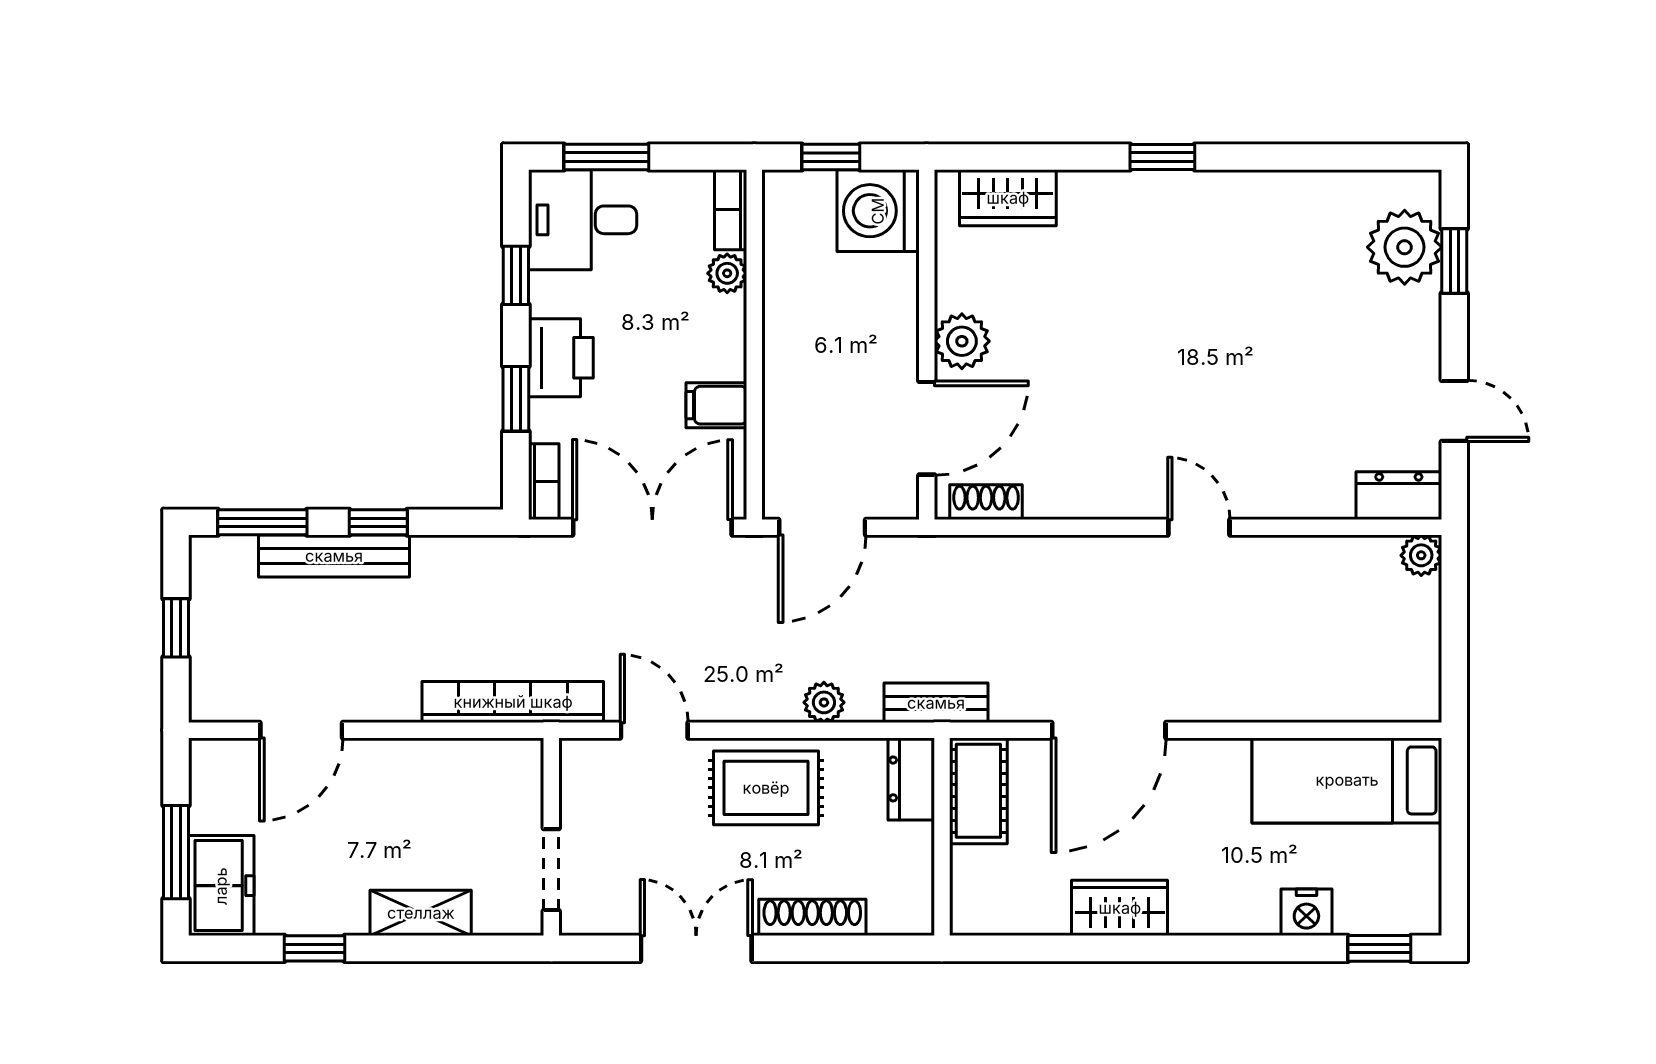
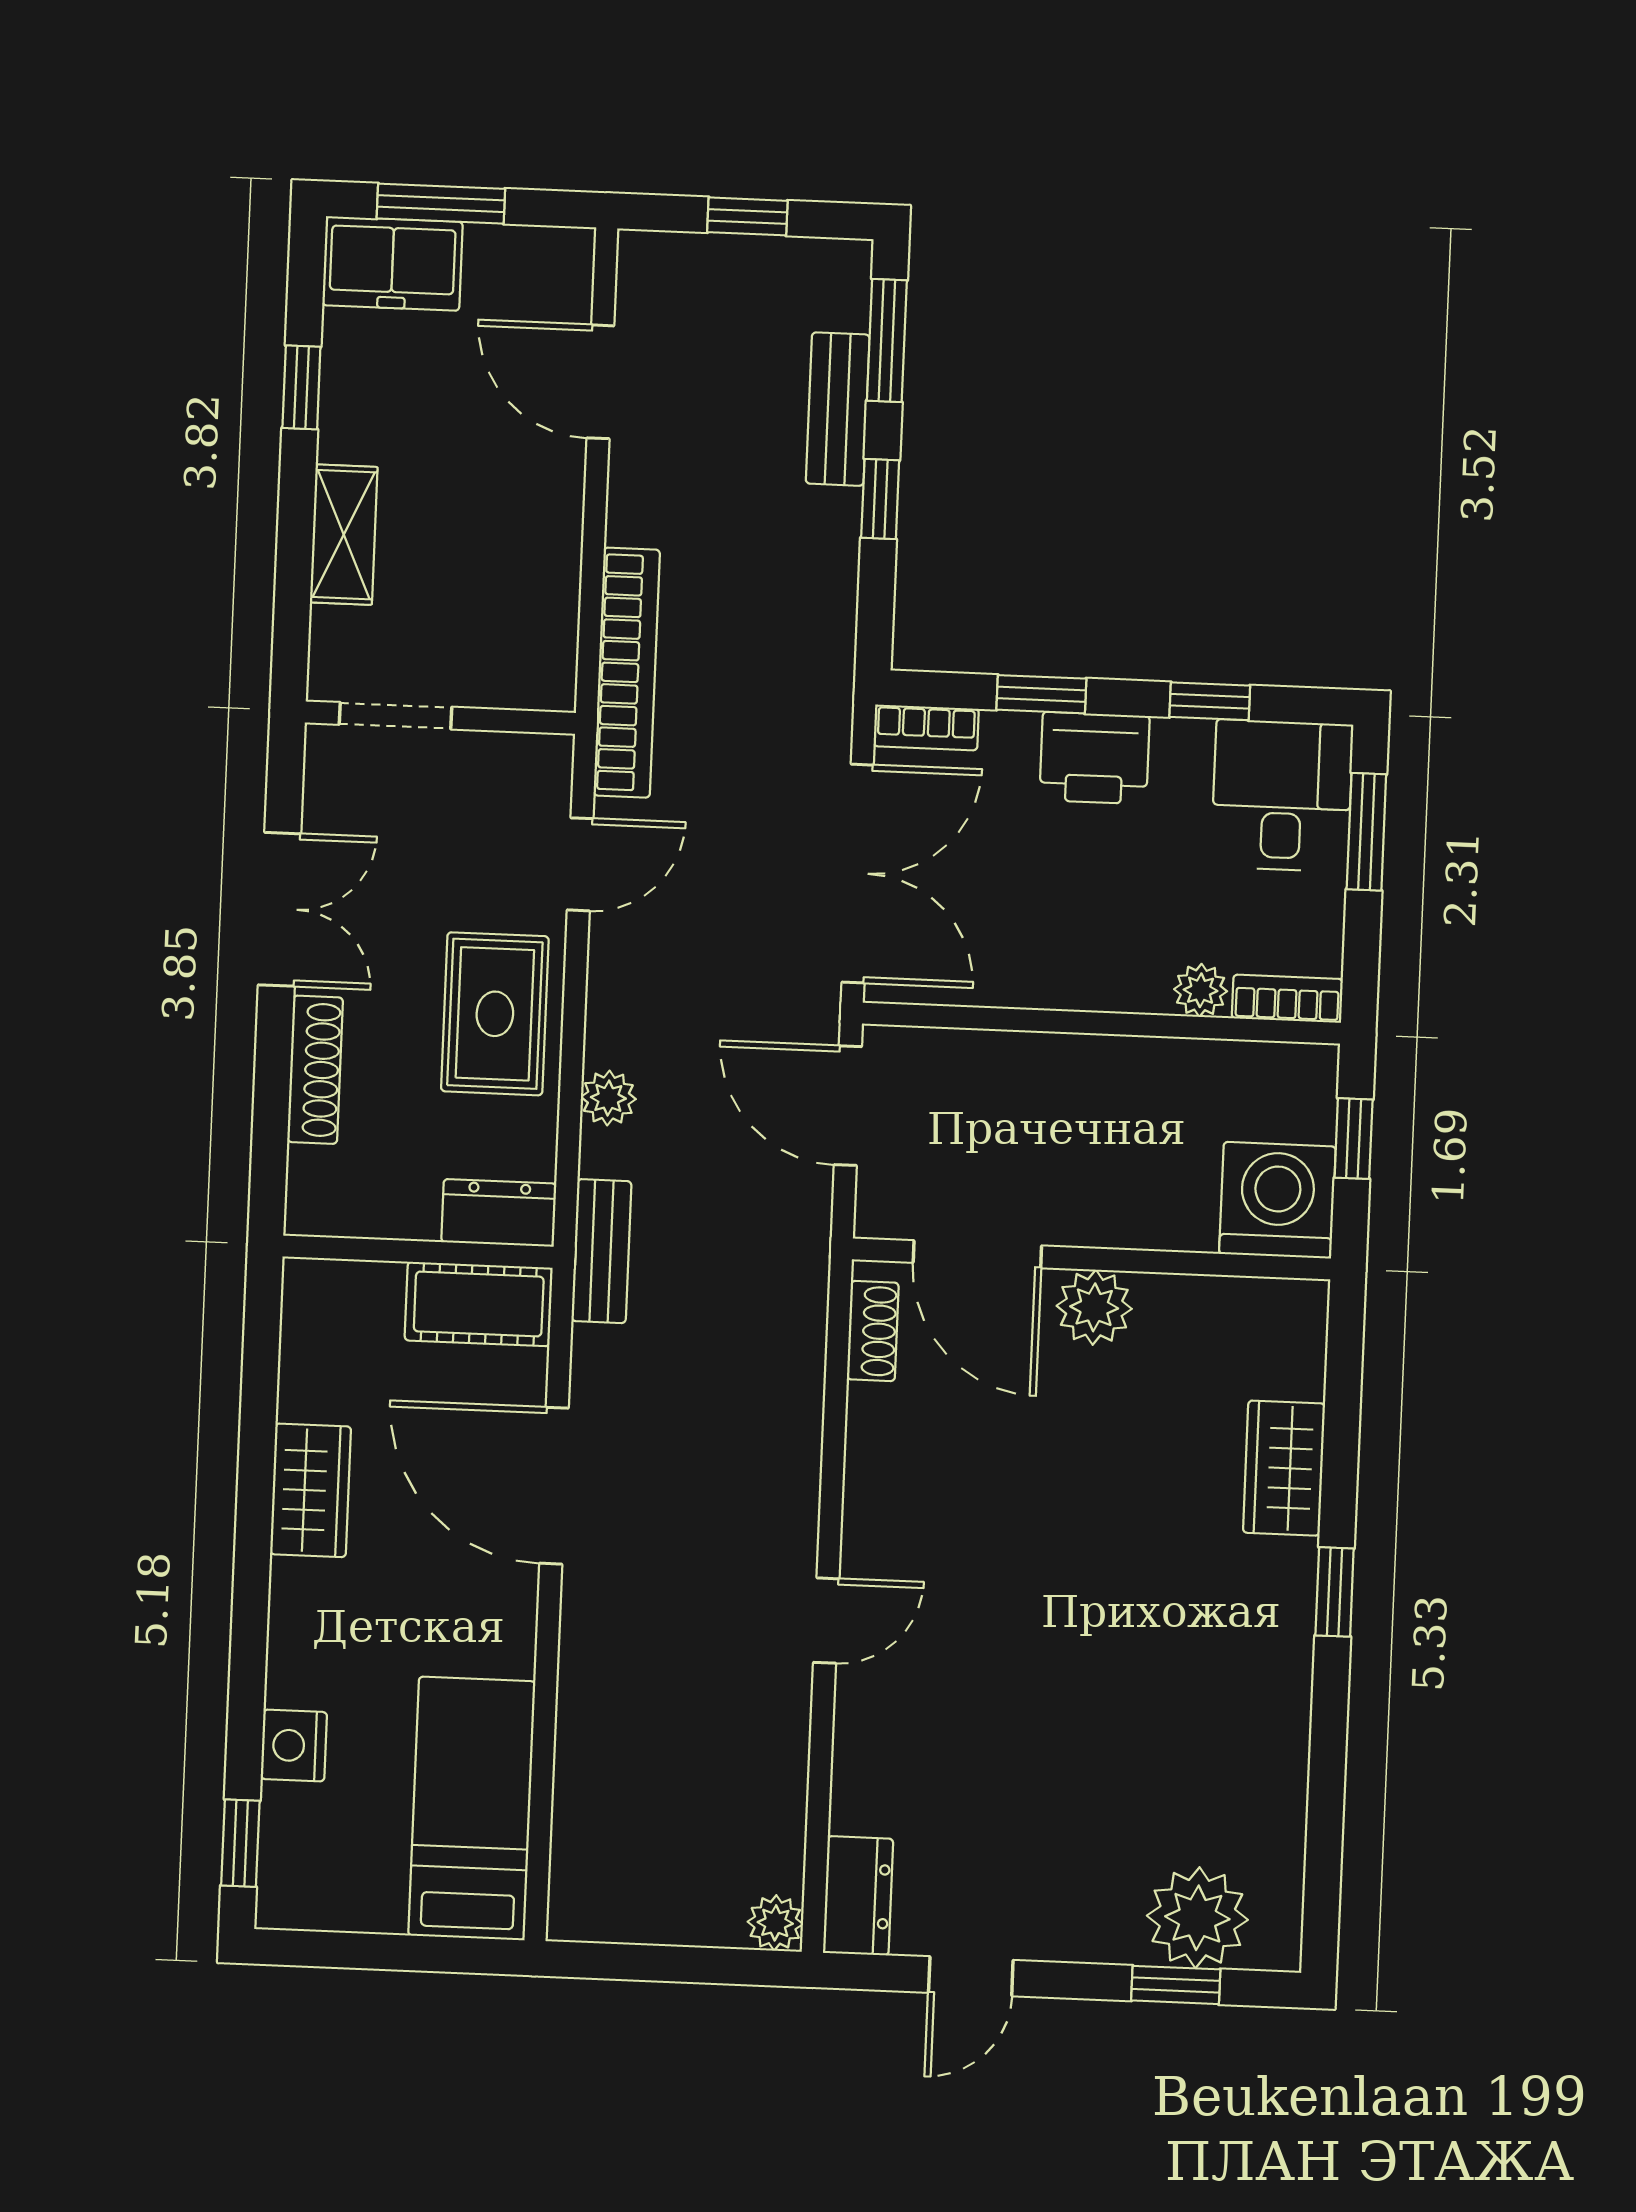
wardrobe: (1008, 198) -> (1284, 1468), moved
filing cabinet: (716, 405) -> (1021, 968), removed
bench: (334, 556) -> (838, 409), width x0.73

